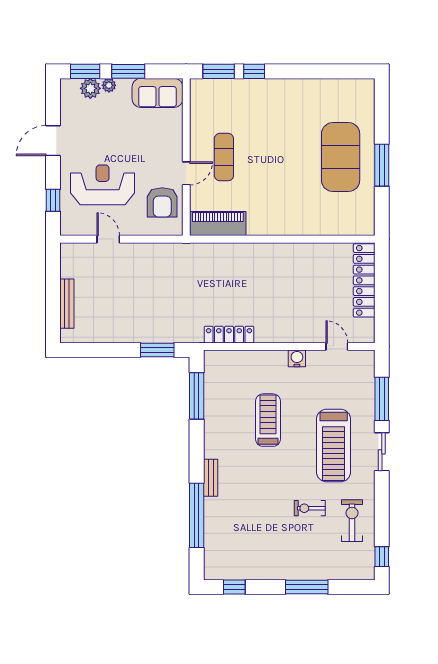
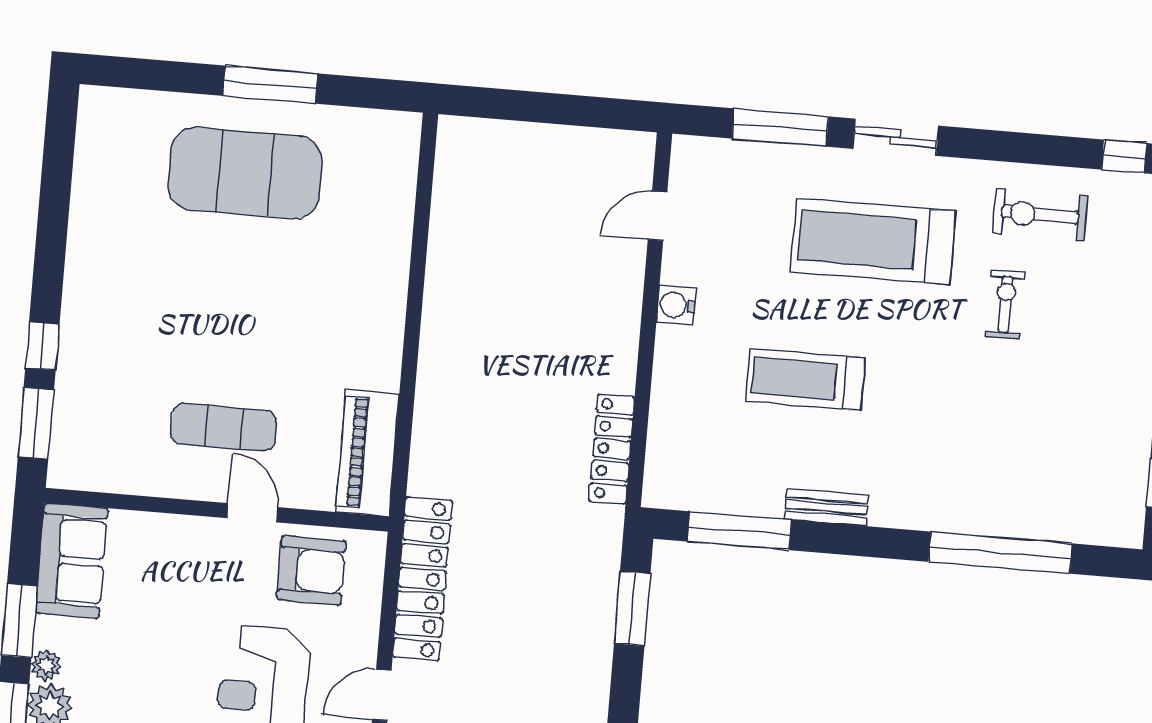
locker: (364, 280) -> (422, 579), moved, turned -90
treadmill: (334, 446) -> (873, 241), turned 180
bench: (211, 478) -> (826, 507), moved
exercise bike: (310, 508) -> (1005, 305), turned 180

